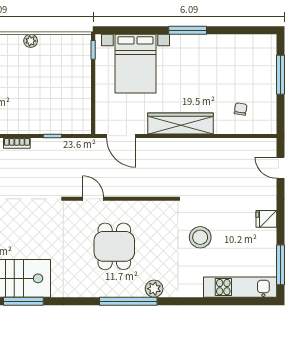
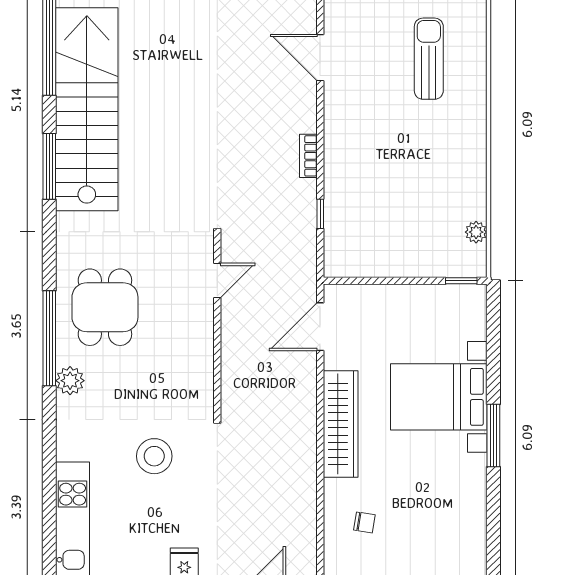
plant: (31, 41) -> (476, 232), moved
bed with nightstands: (136, 64) -> (439, 397), moved
dining table: (114, 246) -> (105, 307), moved, turned 90

